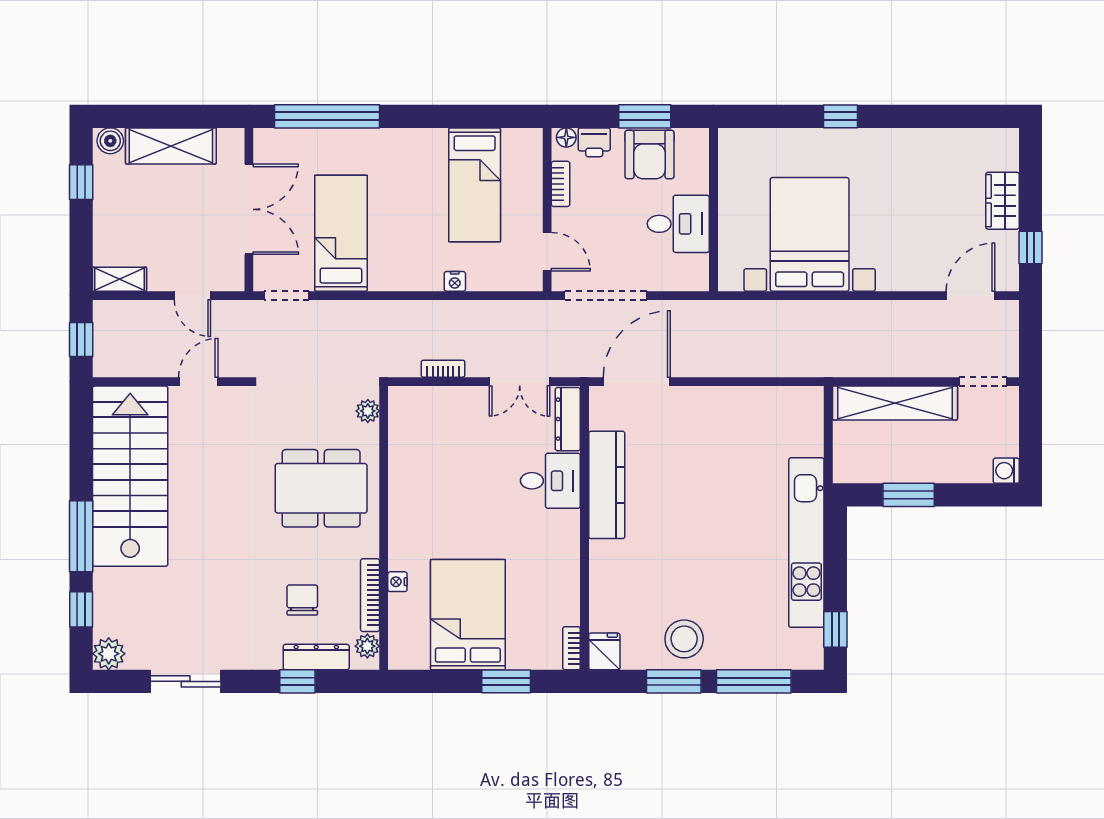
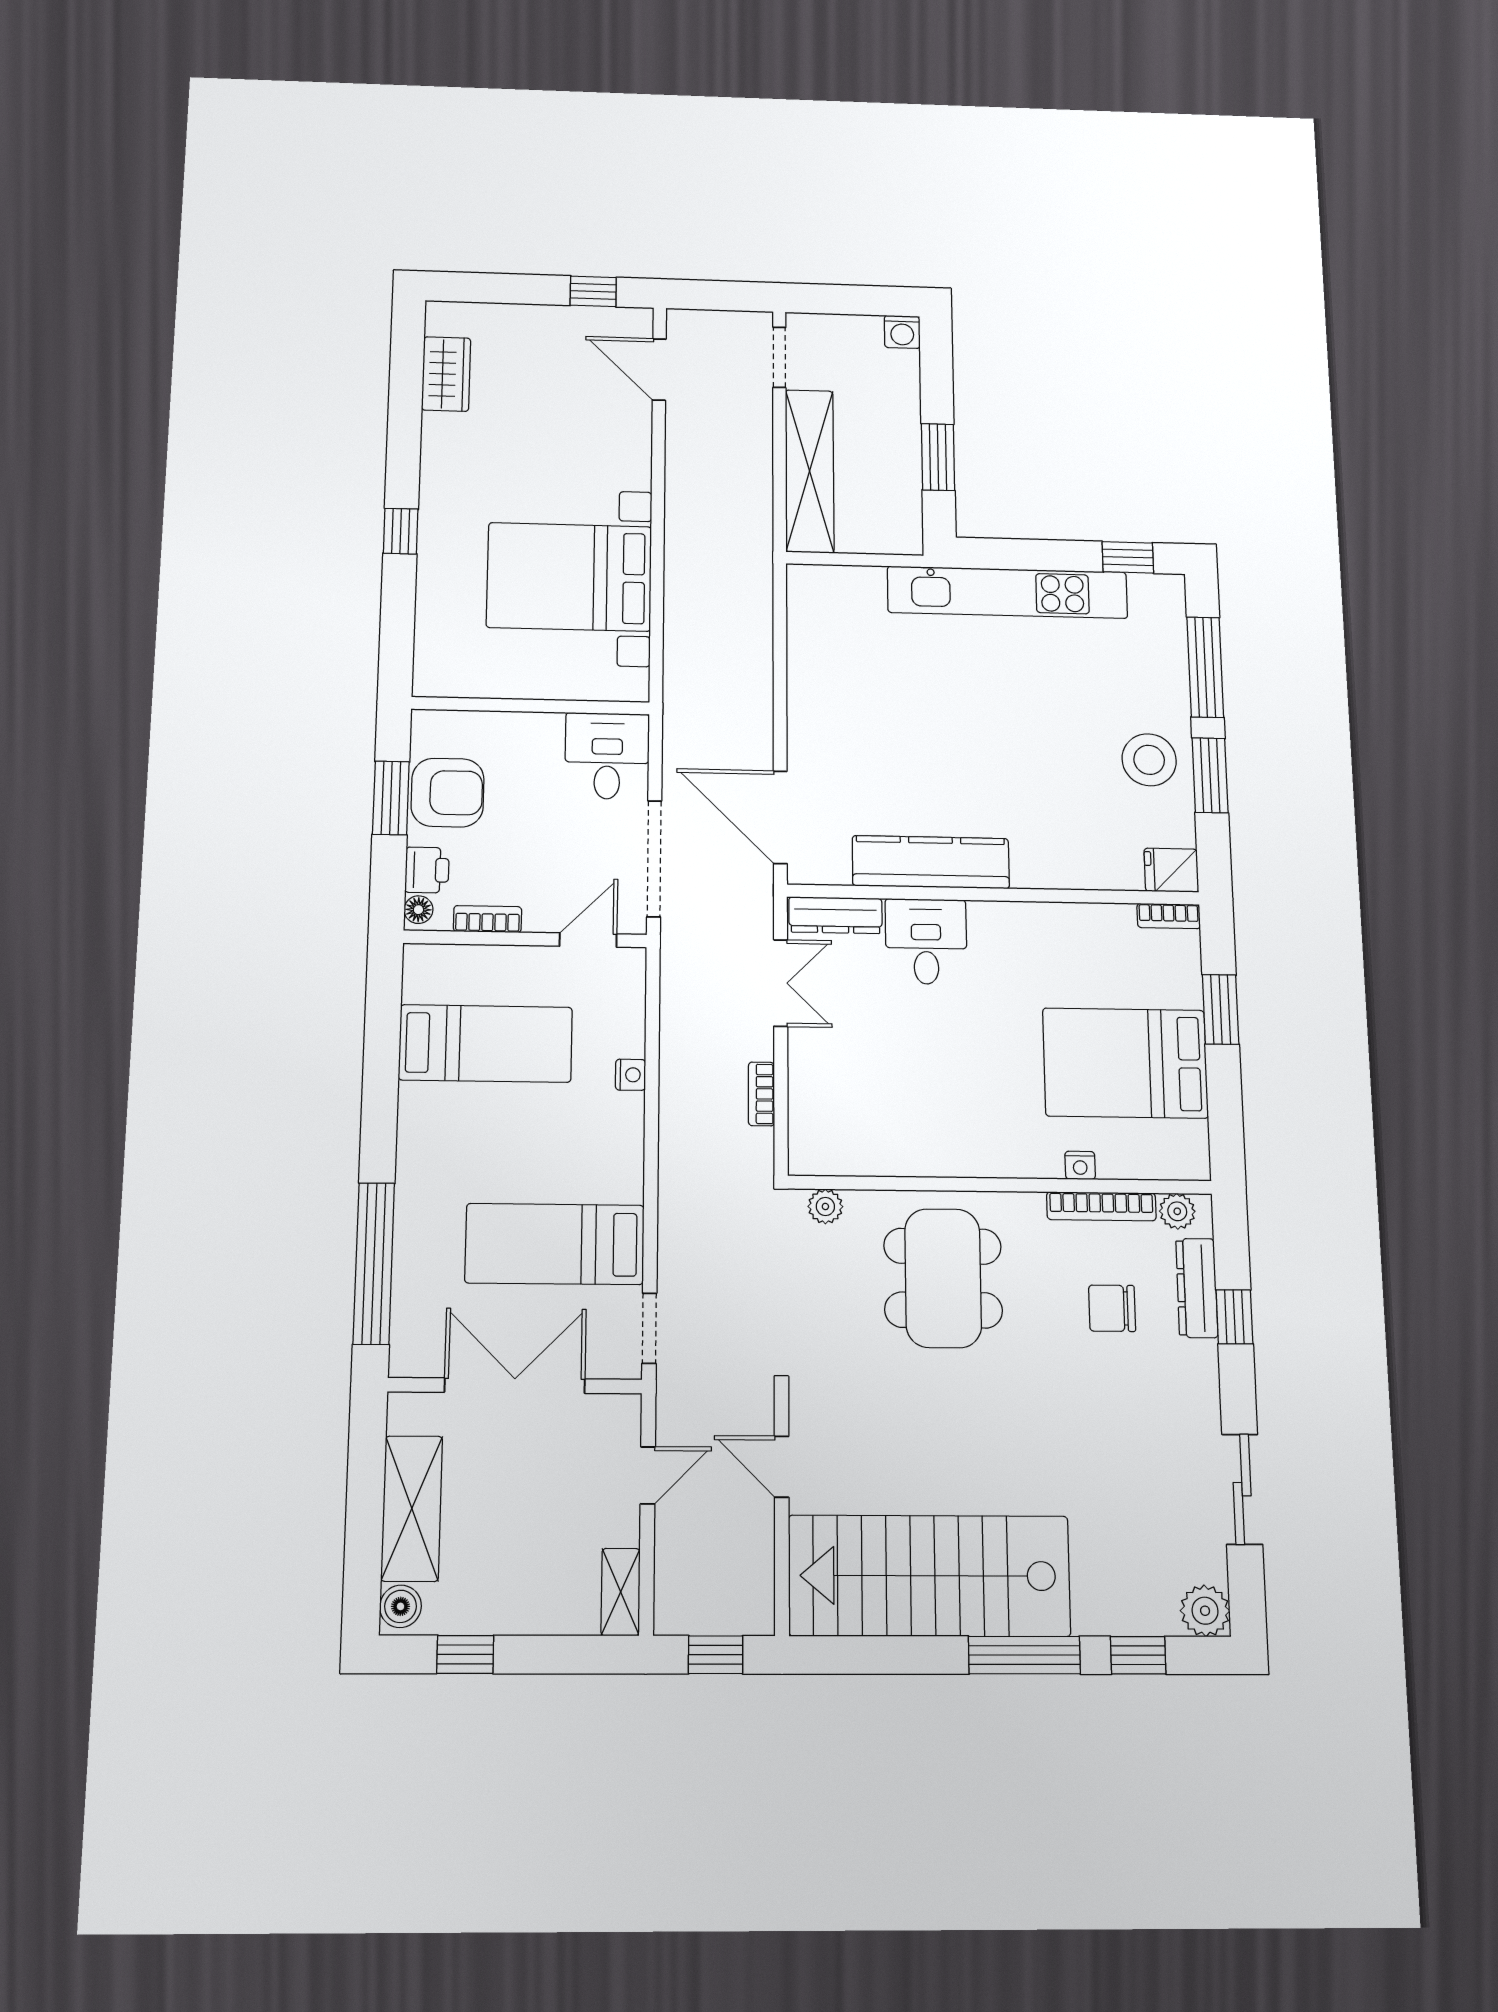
wardrobe: (1002, 201) -> (446, 374), moved, turned -90
desk: (678, 224) -> (607, 756), moved

